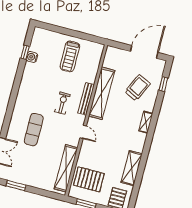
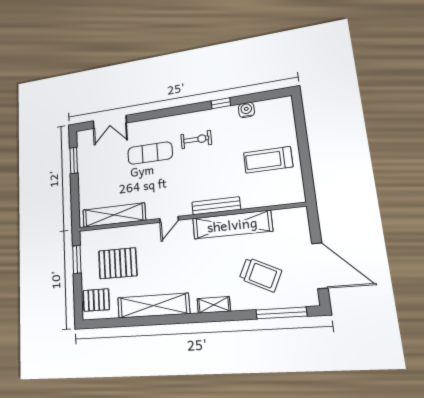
window: (25, 52) -> (221, 103), moved
window: (163, 84) -> (281, 313), width x2.17
exercise bike: (62, 103) -> (196, 139), moved
shelving: (132, 168) -> (153, 306), width x1.47
pallet: (89, 179) -> (118, 263), moved, turned 90

